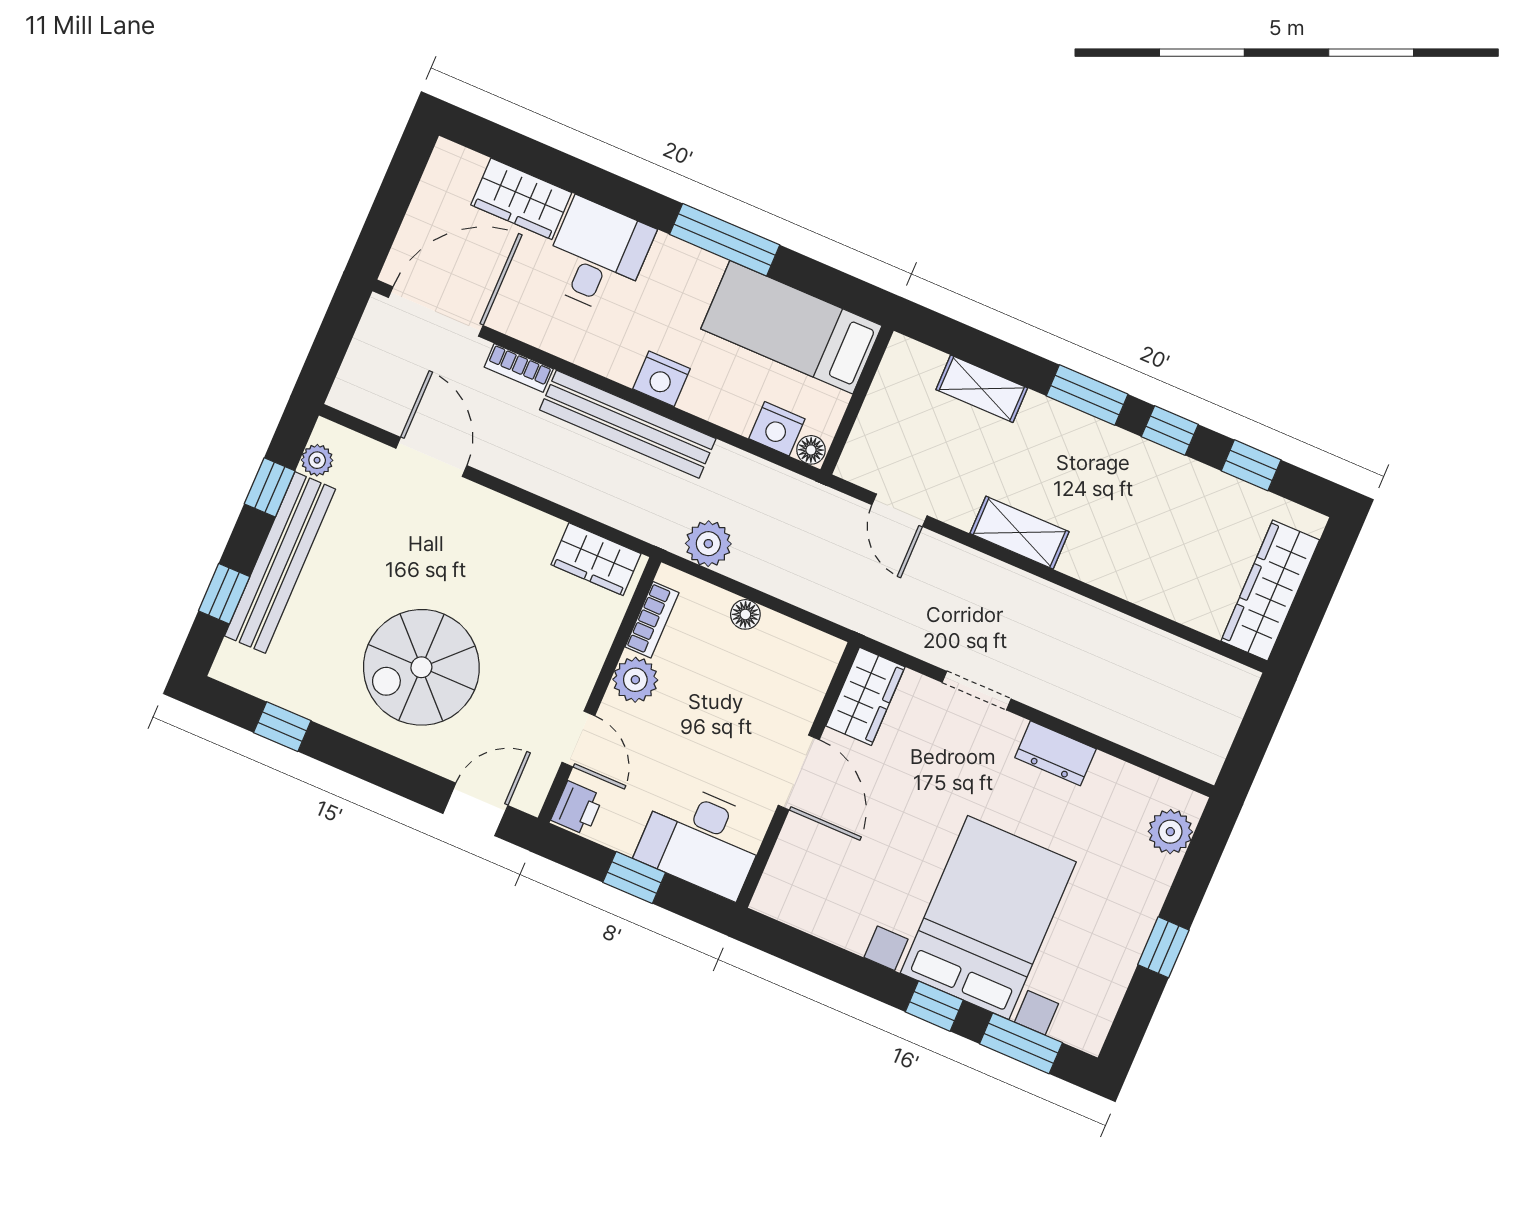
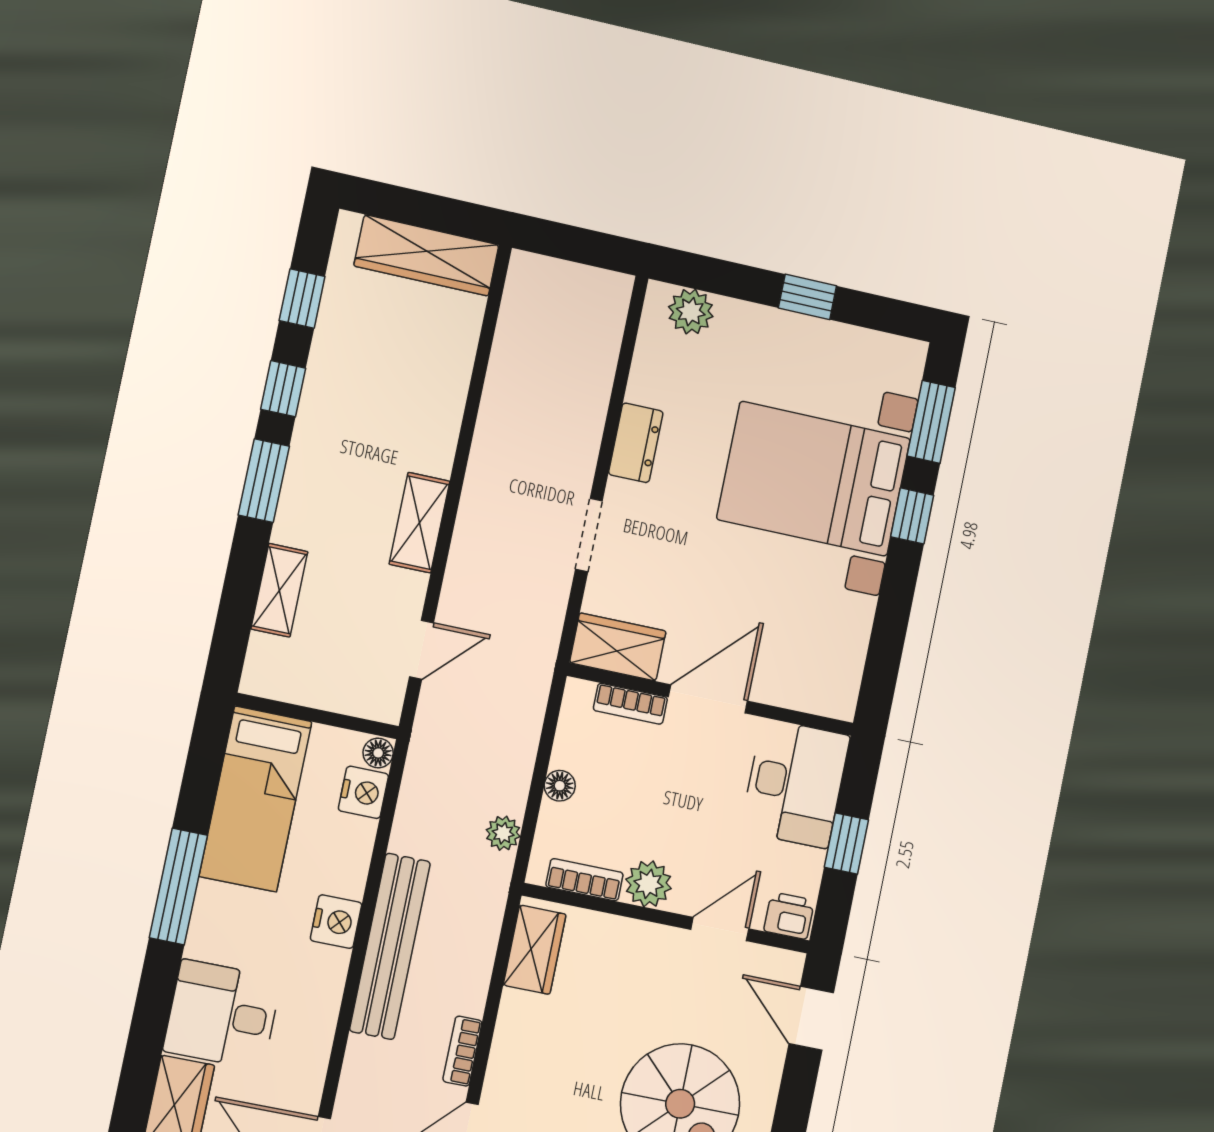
bookcase: (519, 368) -> (462, 1051), moved, turned 180
plant: (708, 544) -> (503, 833), width x0.73, depth x0.73
bookcase: (809, 697) -> (630, 704), added

